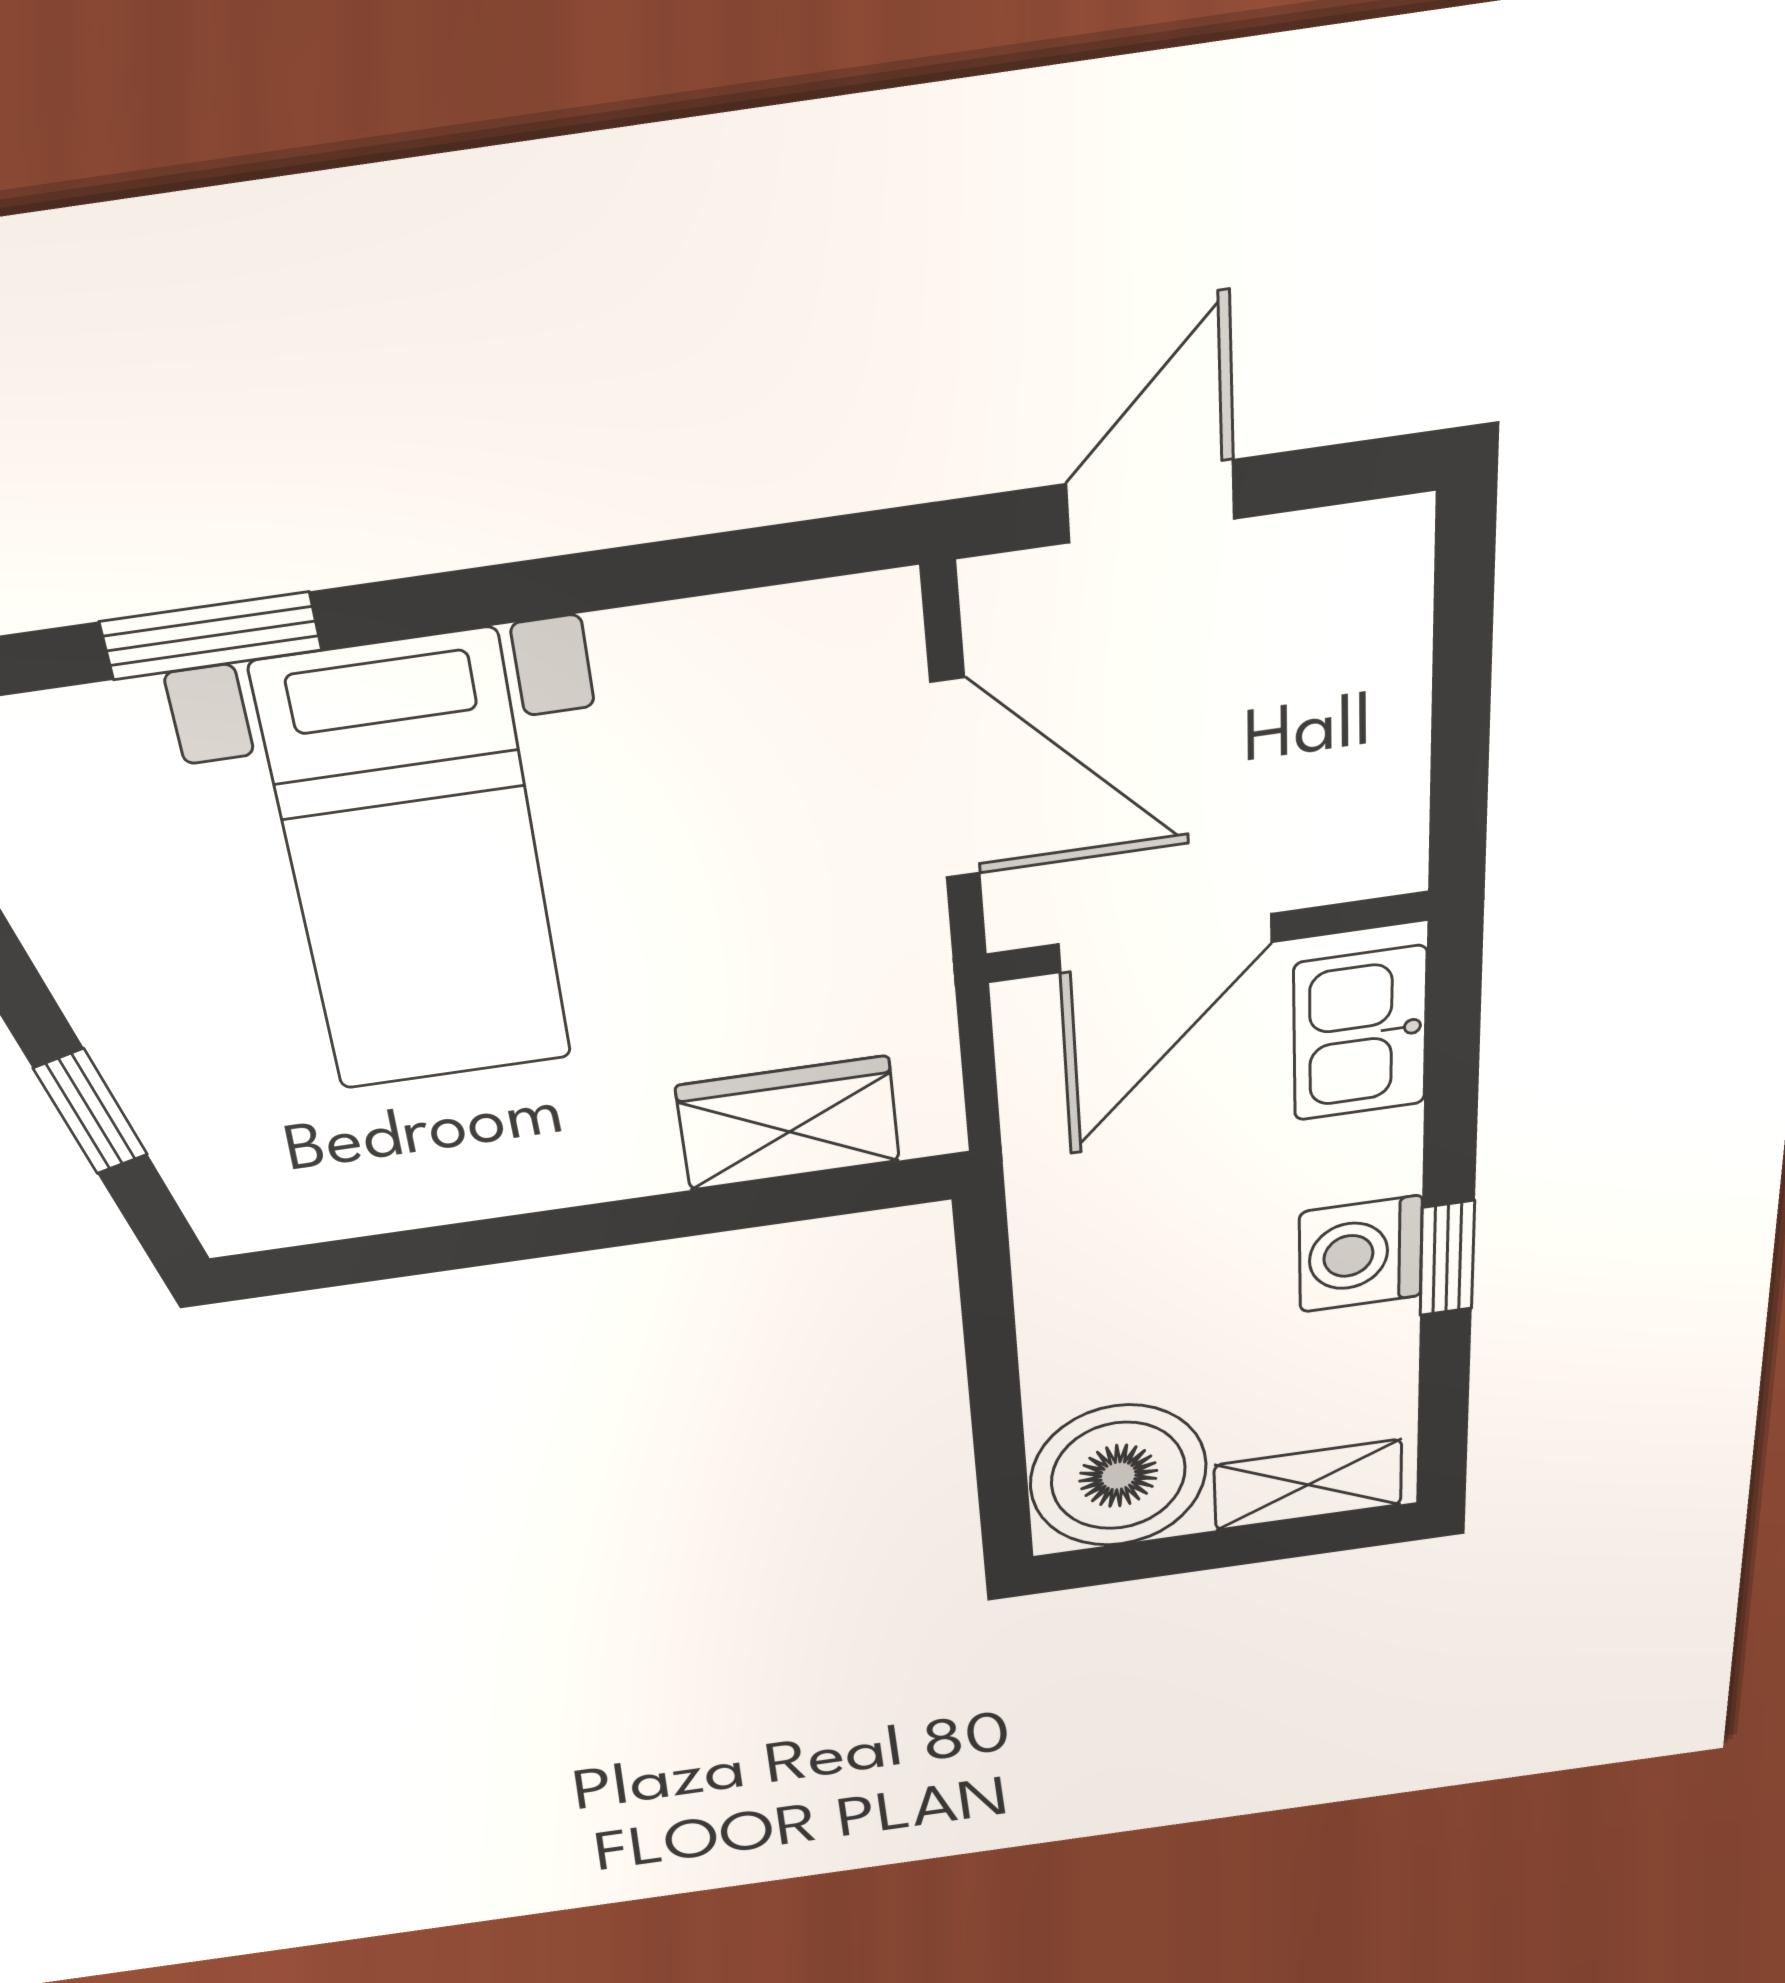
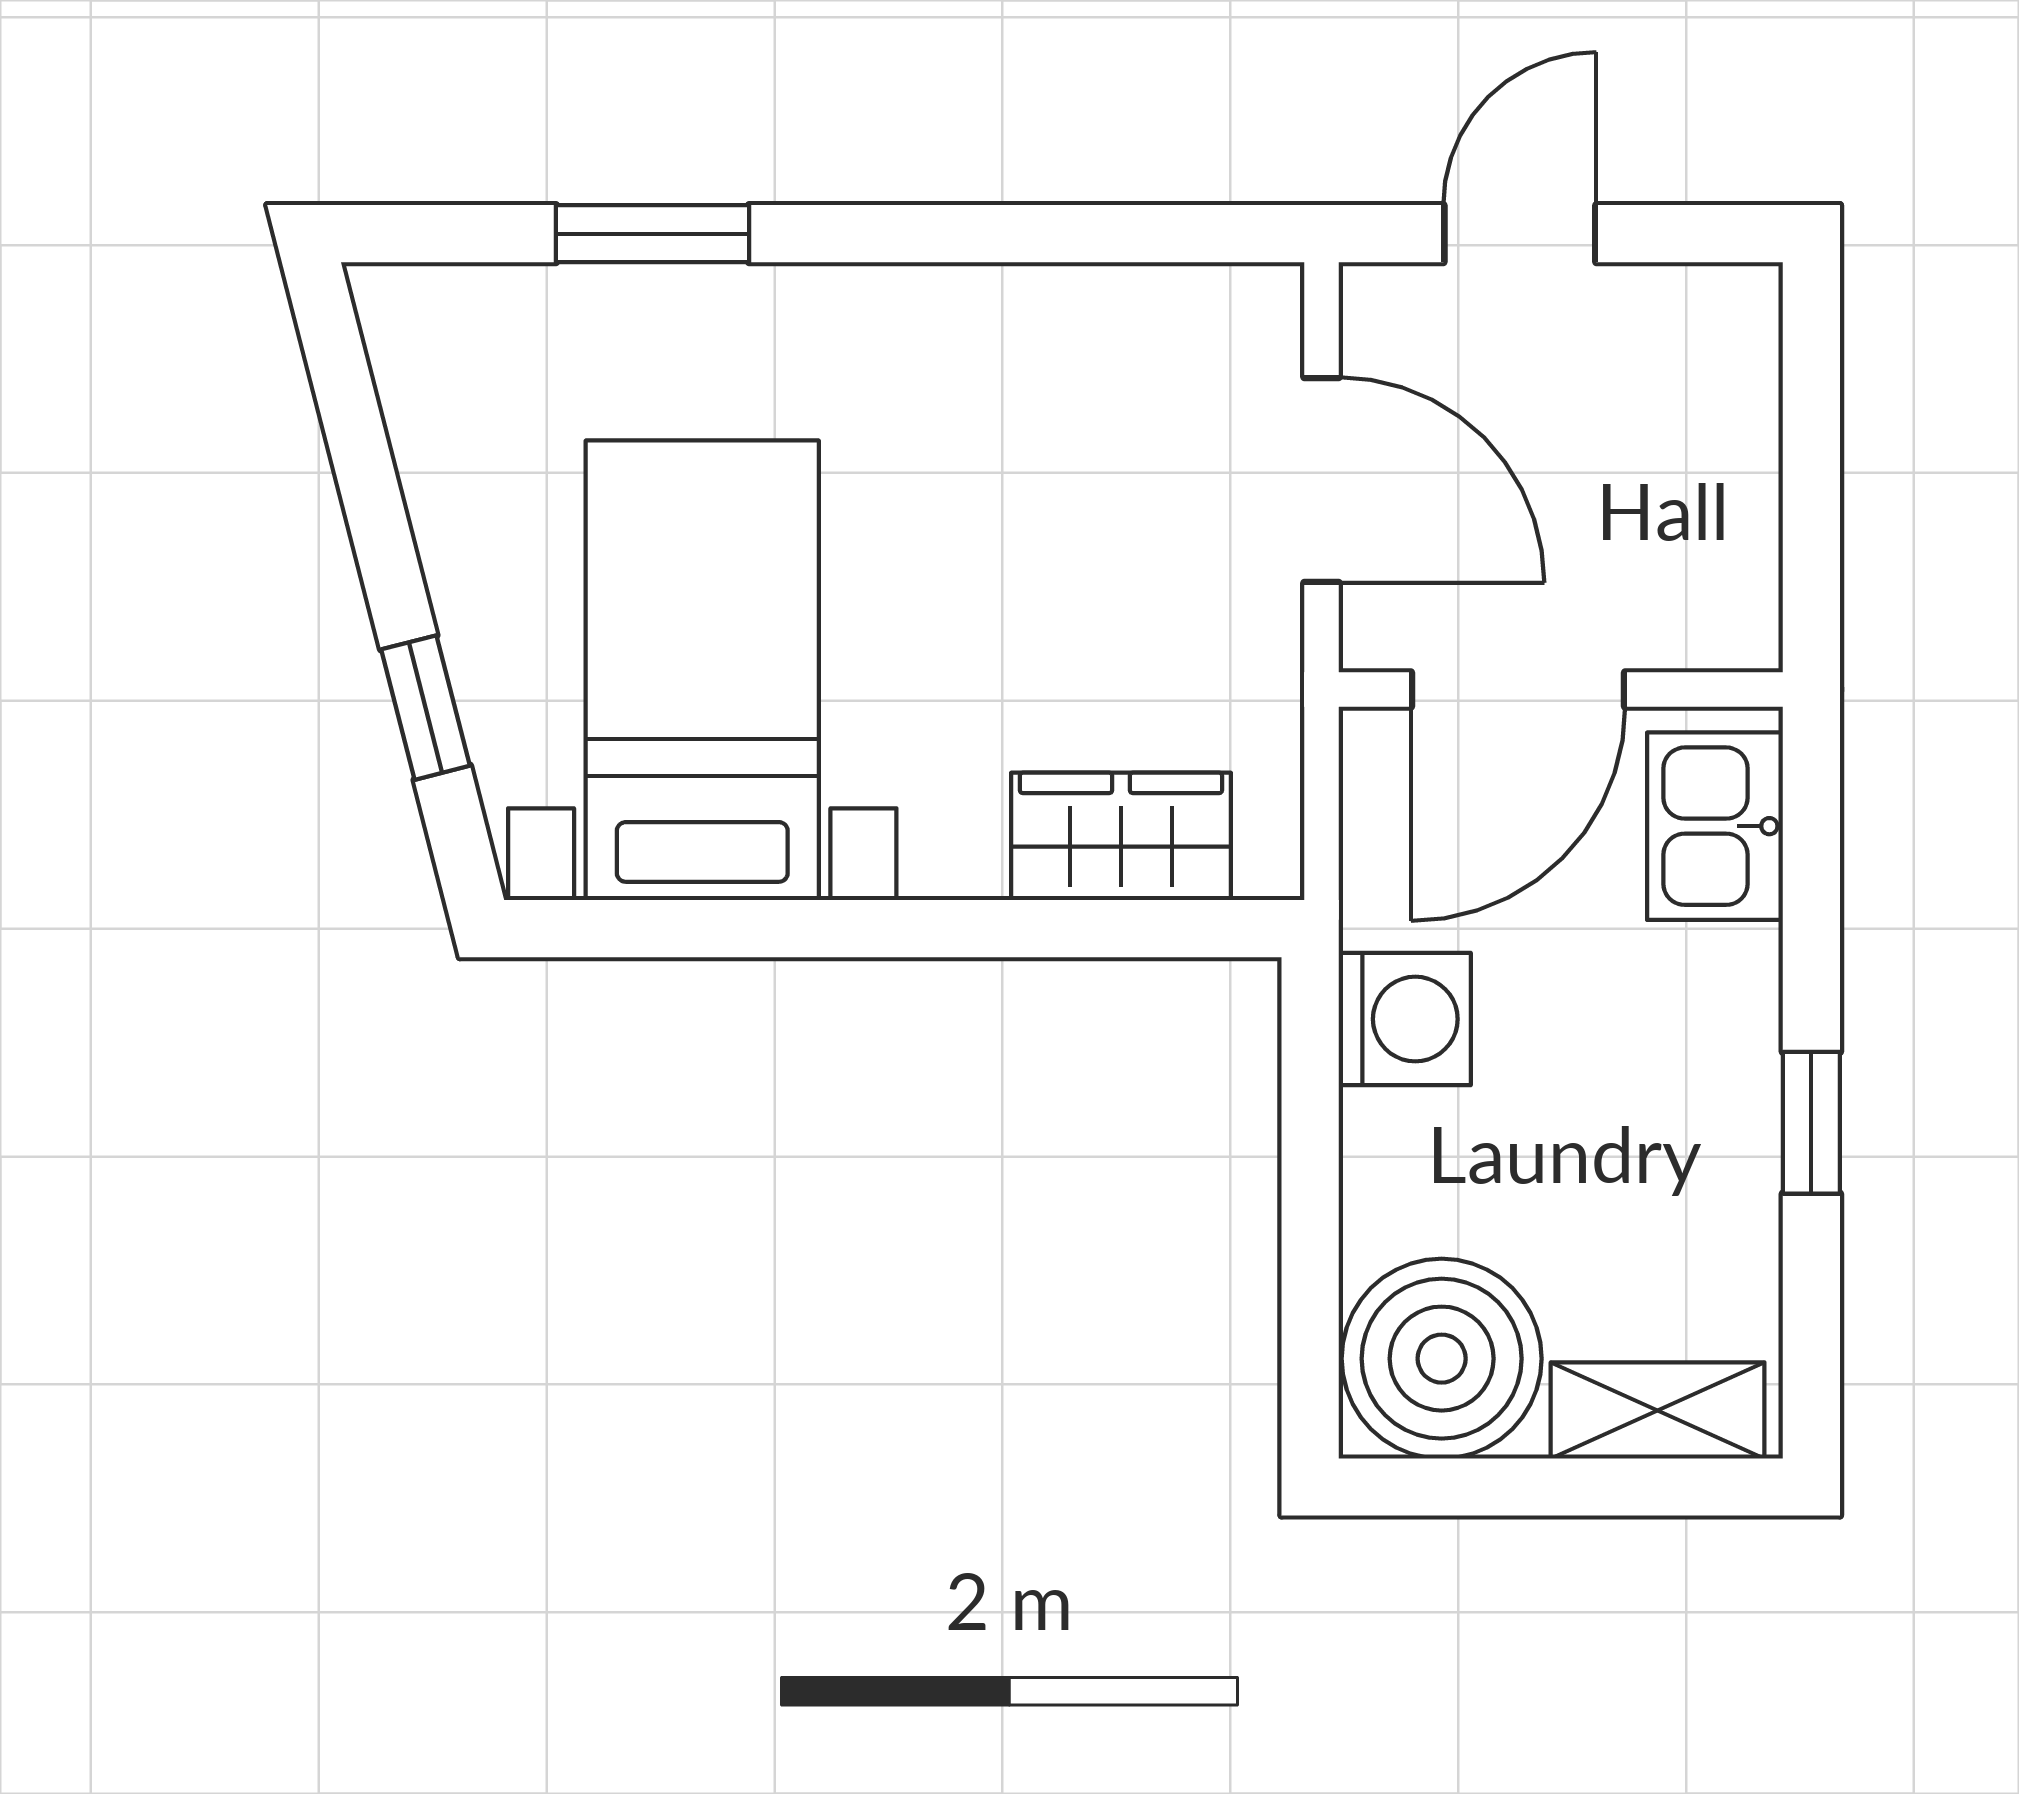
bed with nightstands: (416, 868) -> (702, 670), moved, turned 180
washing machine: (1361, 1254) -> (1405, 1019), moved, turned 180

